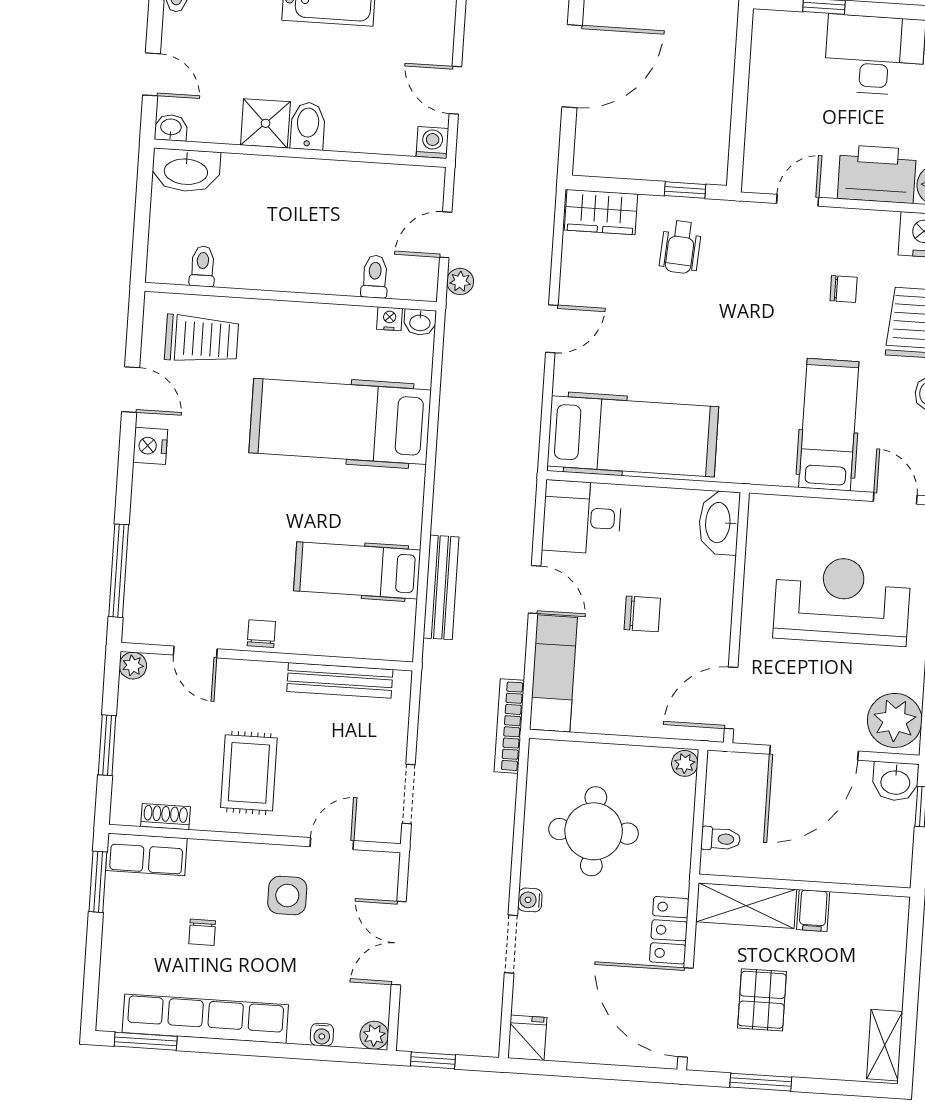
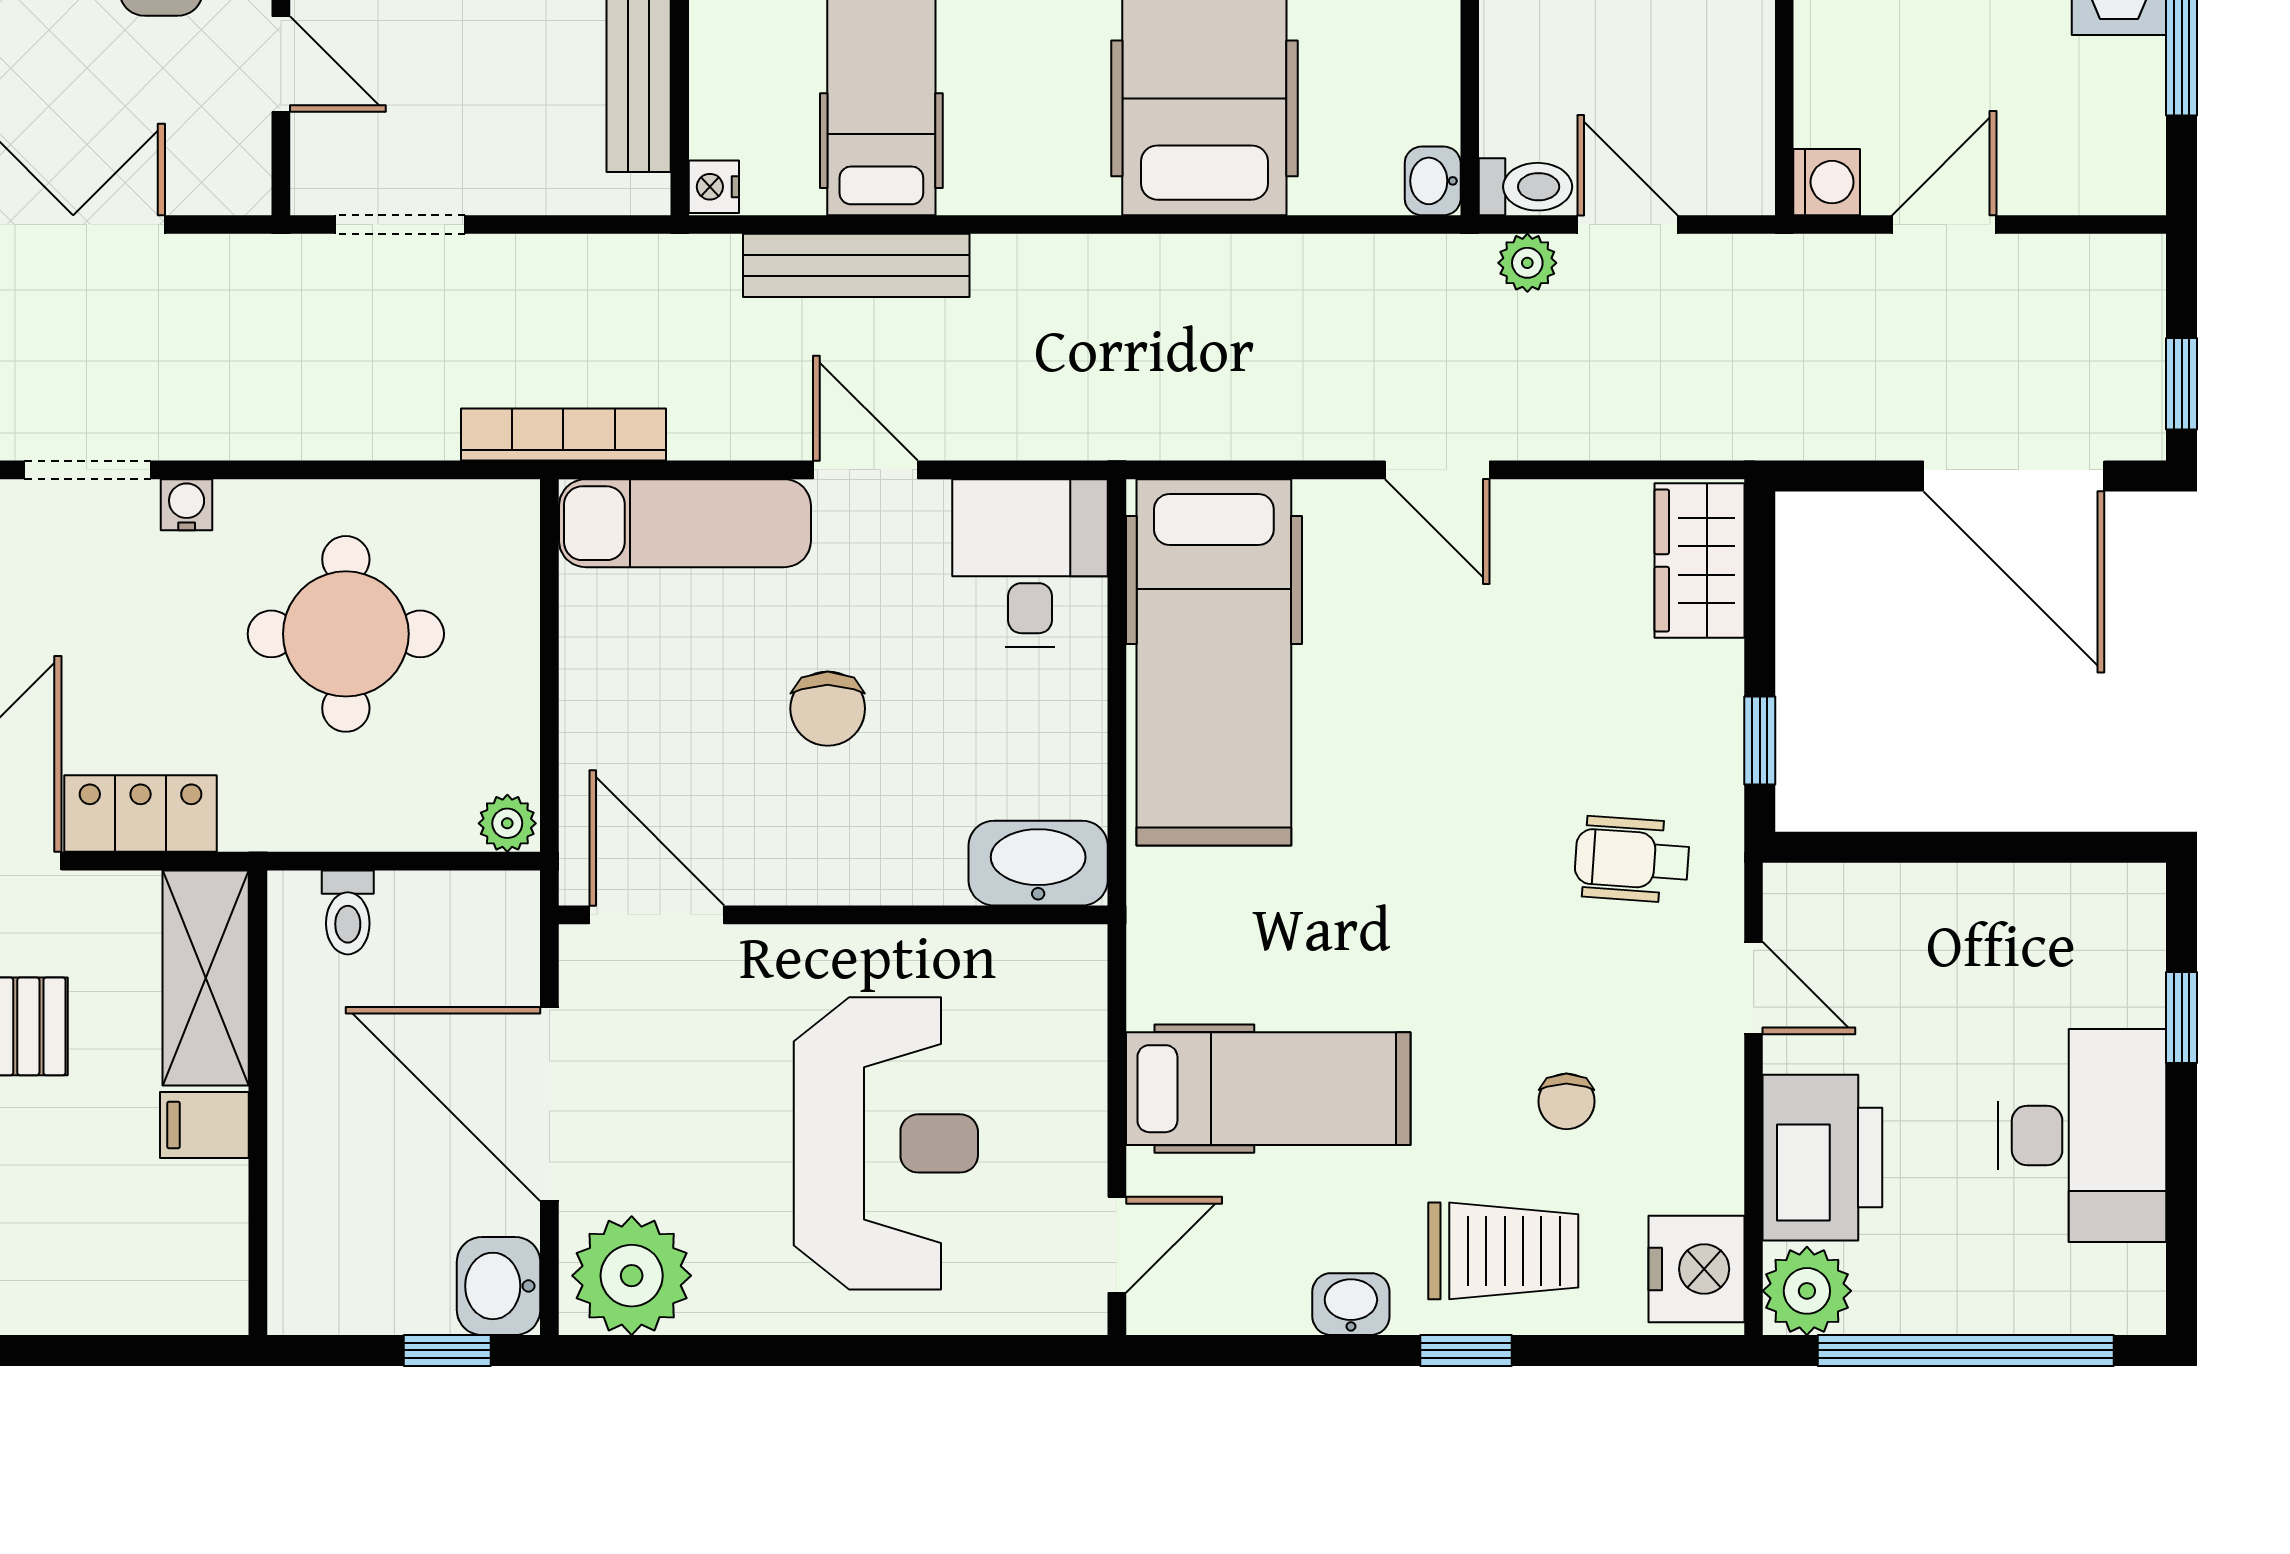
wheelchair: (681, 247) -> (1632, 859), moved
toilet: (375, 277) -> (1526, 187), moved
nightstand: (390, 319) -> (714, 187), moved, turned 180
door: (535, 589) -> (865, 470), swing flipped

